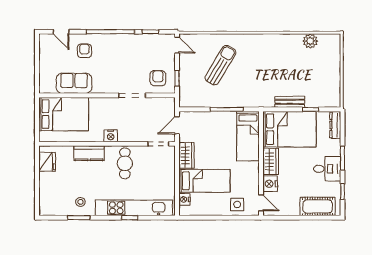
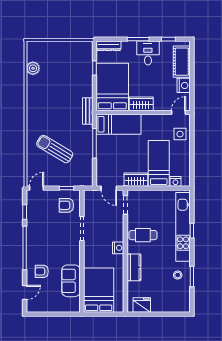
bench: (290, 102) -> (88, 111), moved
nightstand: (270, 184) -> (184, 85), moved, turned -90

